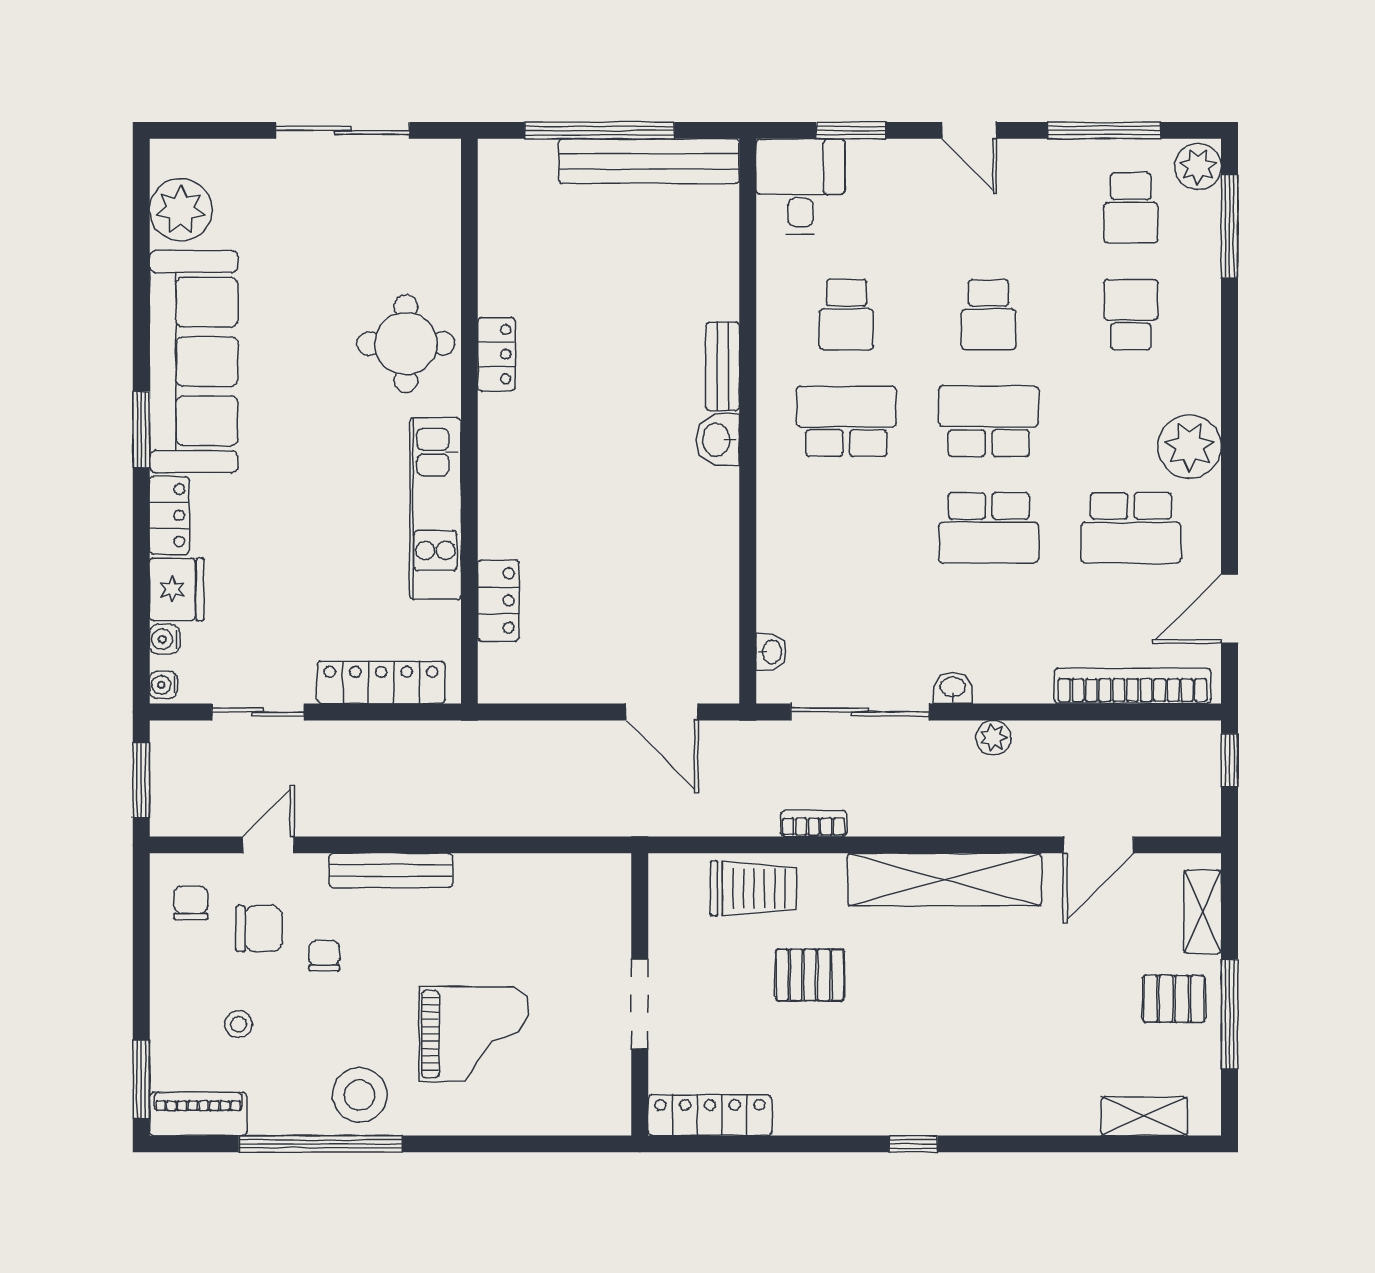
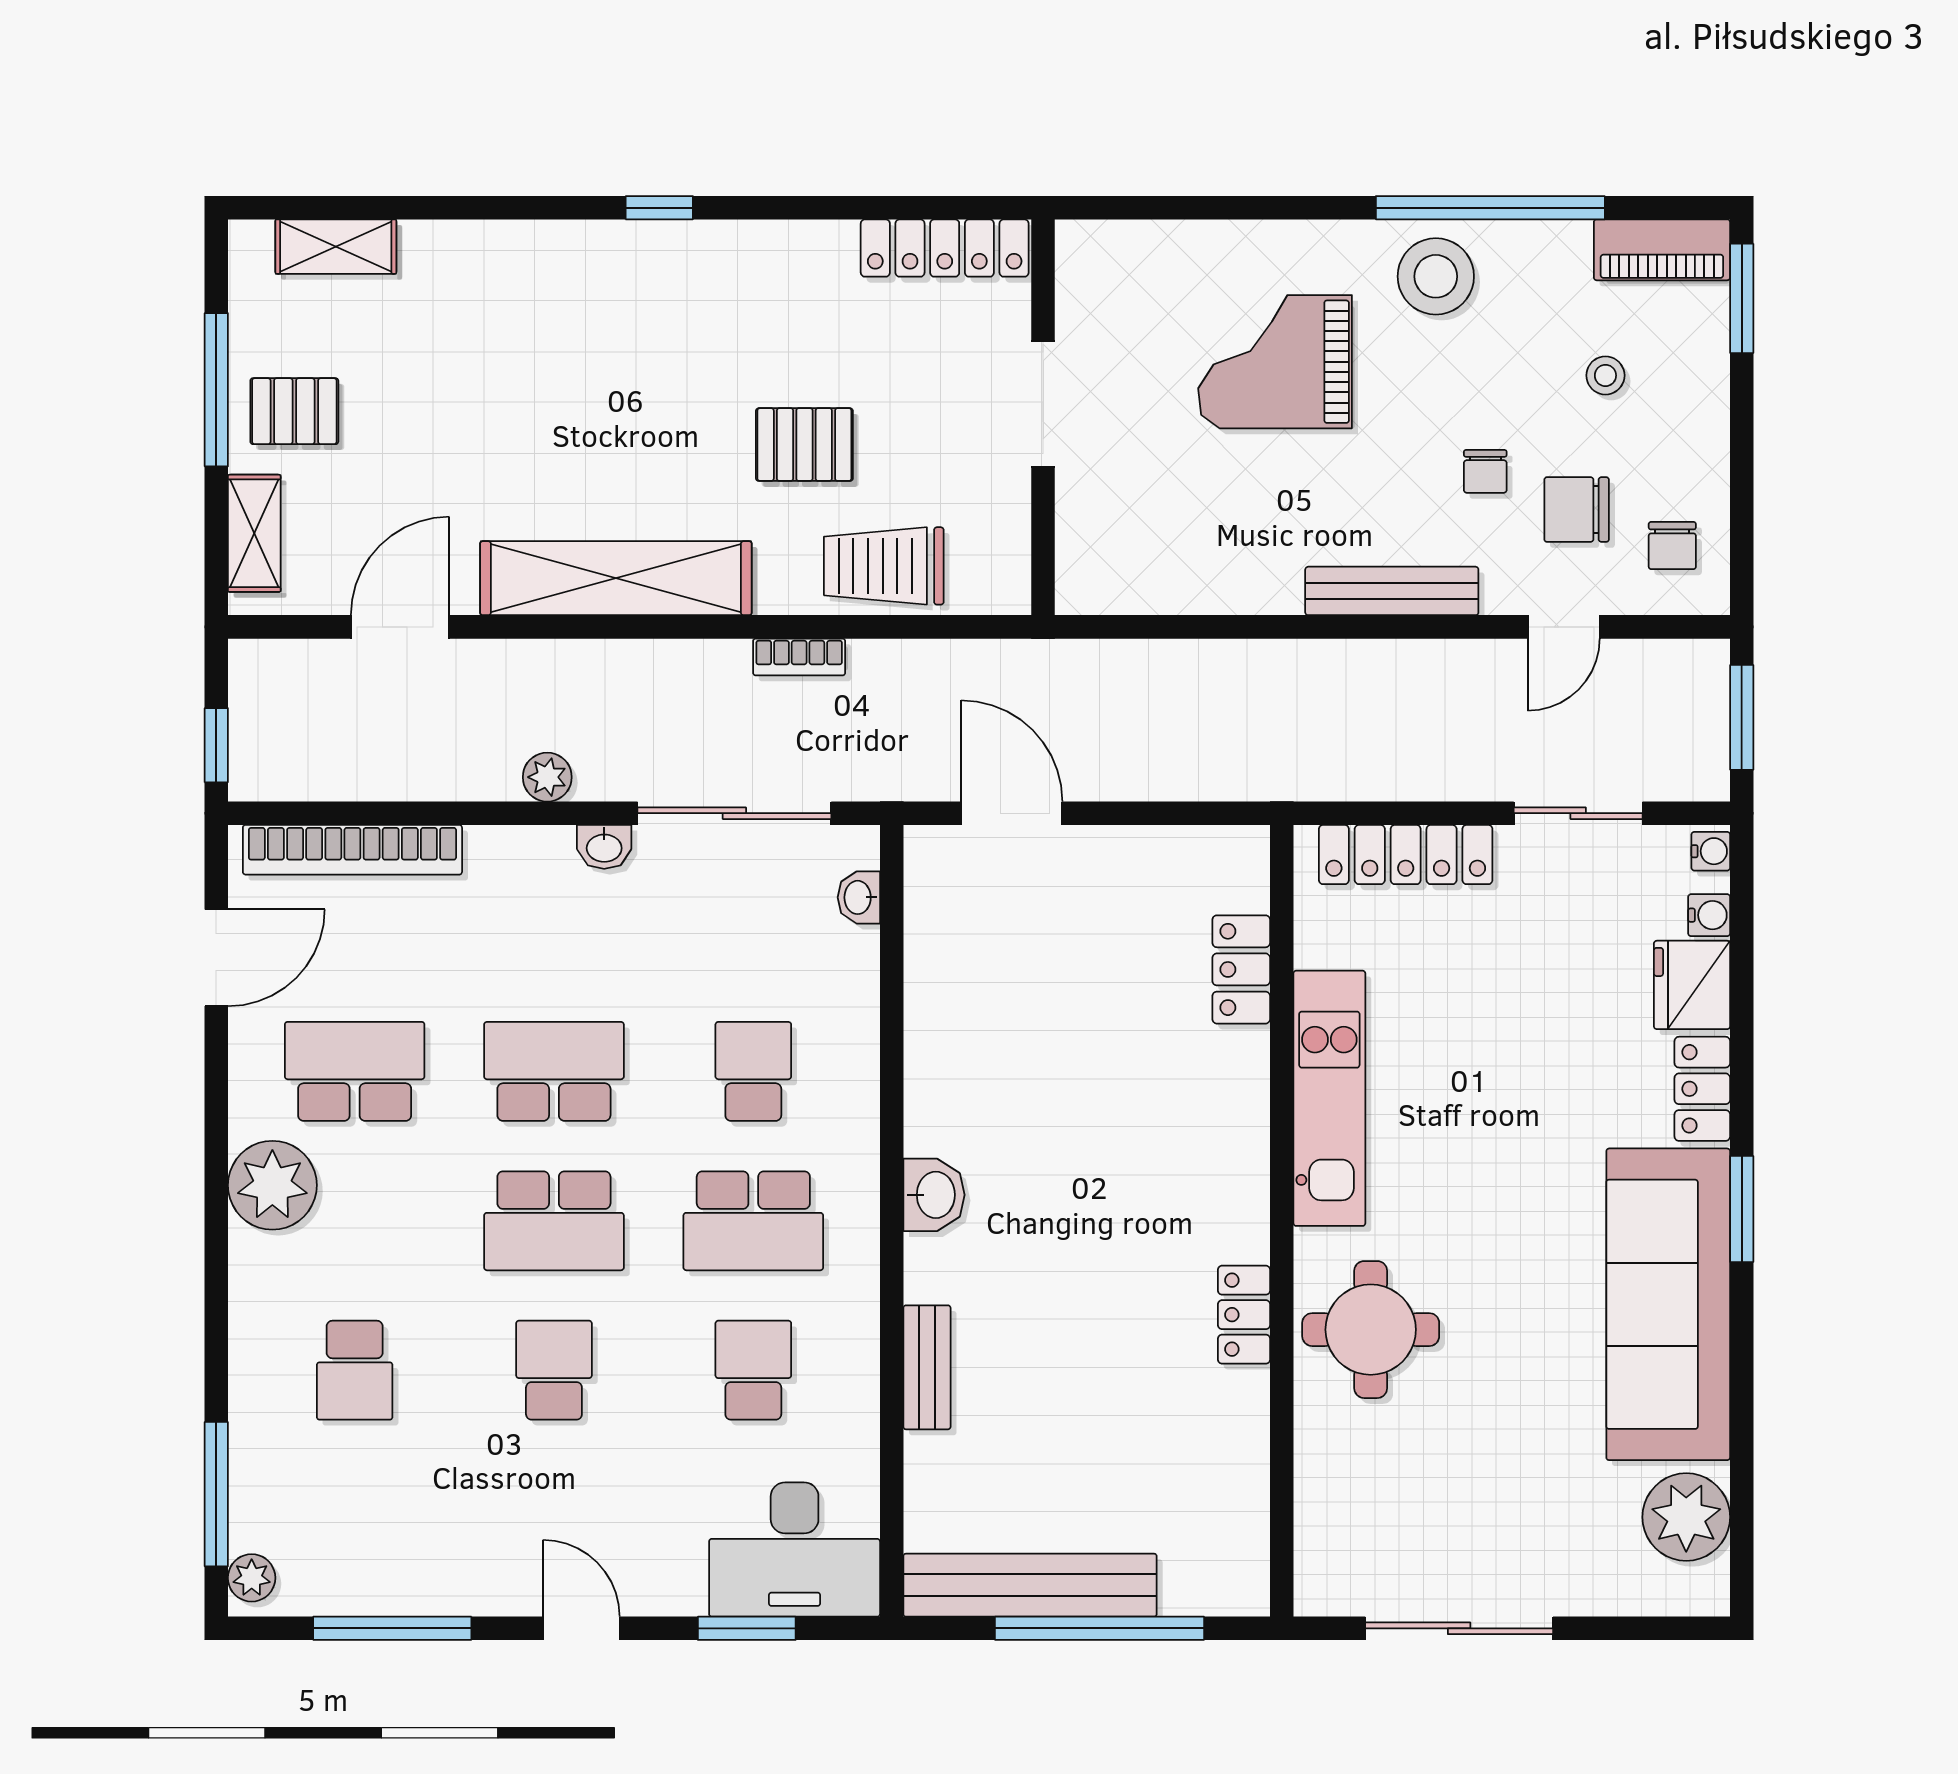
plant: (1198, 166) -> (252, 1578), width x0.73, depth x0.73
desk: (800, 187) -> (795, 1550), width x1.37
school desk: (1131, 208) -> (753, 1071), moved
bench: (723, 366) -> (927, 1367), moved

